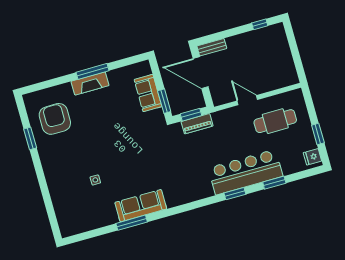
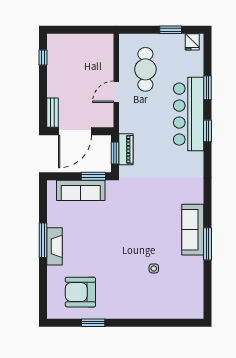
sofa: (148, 93) -> (81, 190), width x1.36

